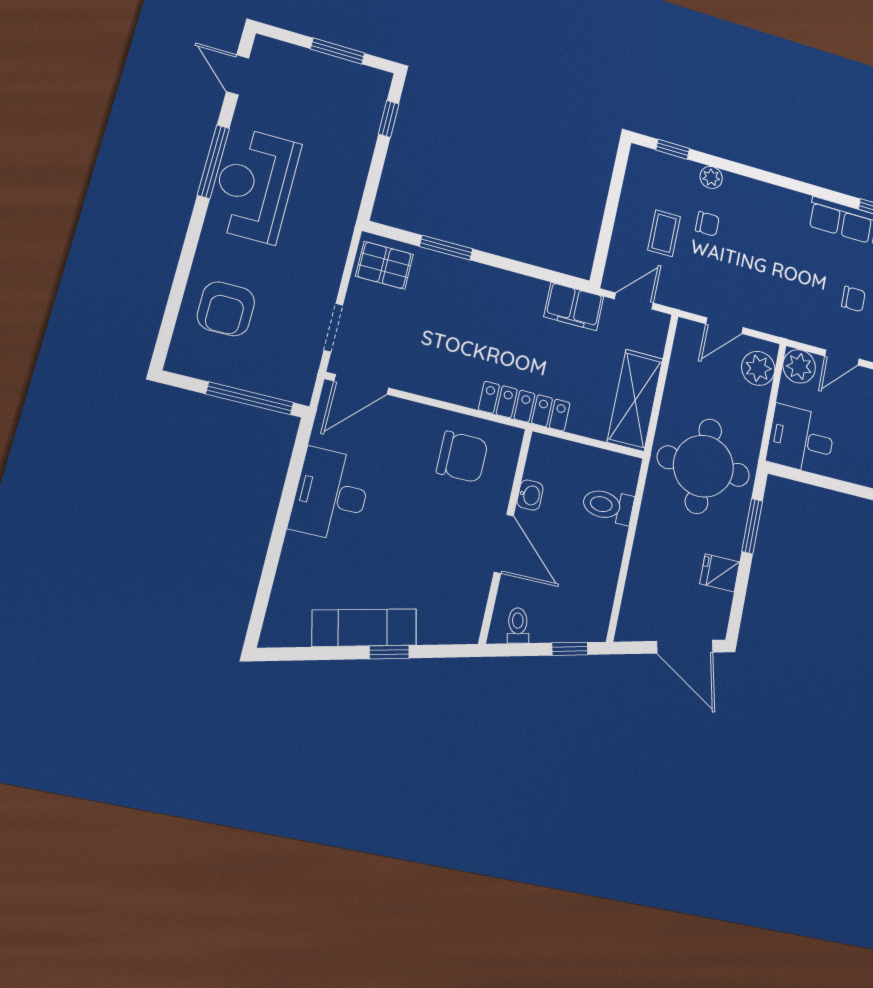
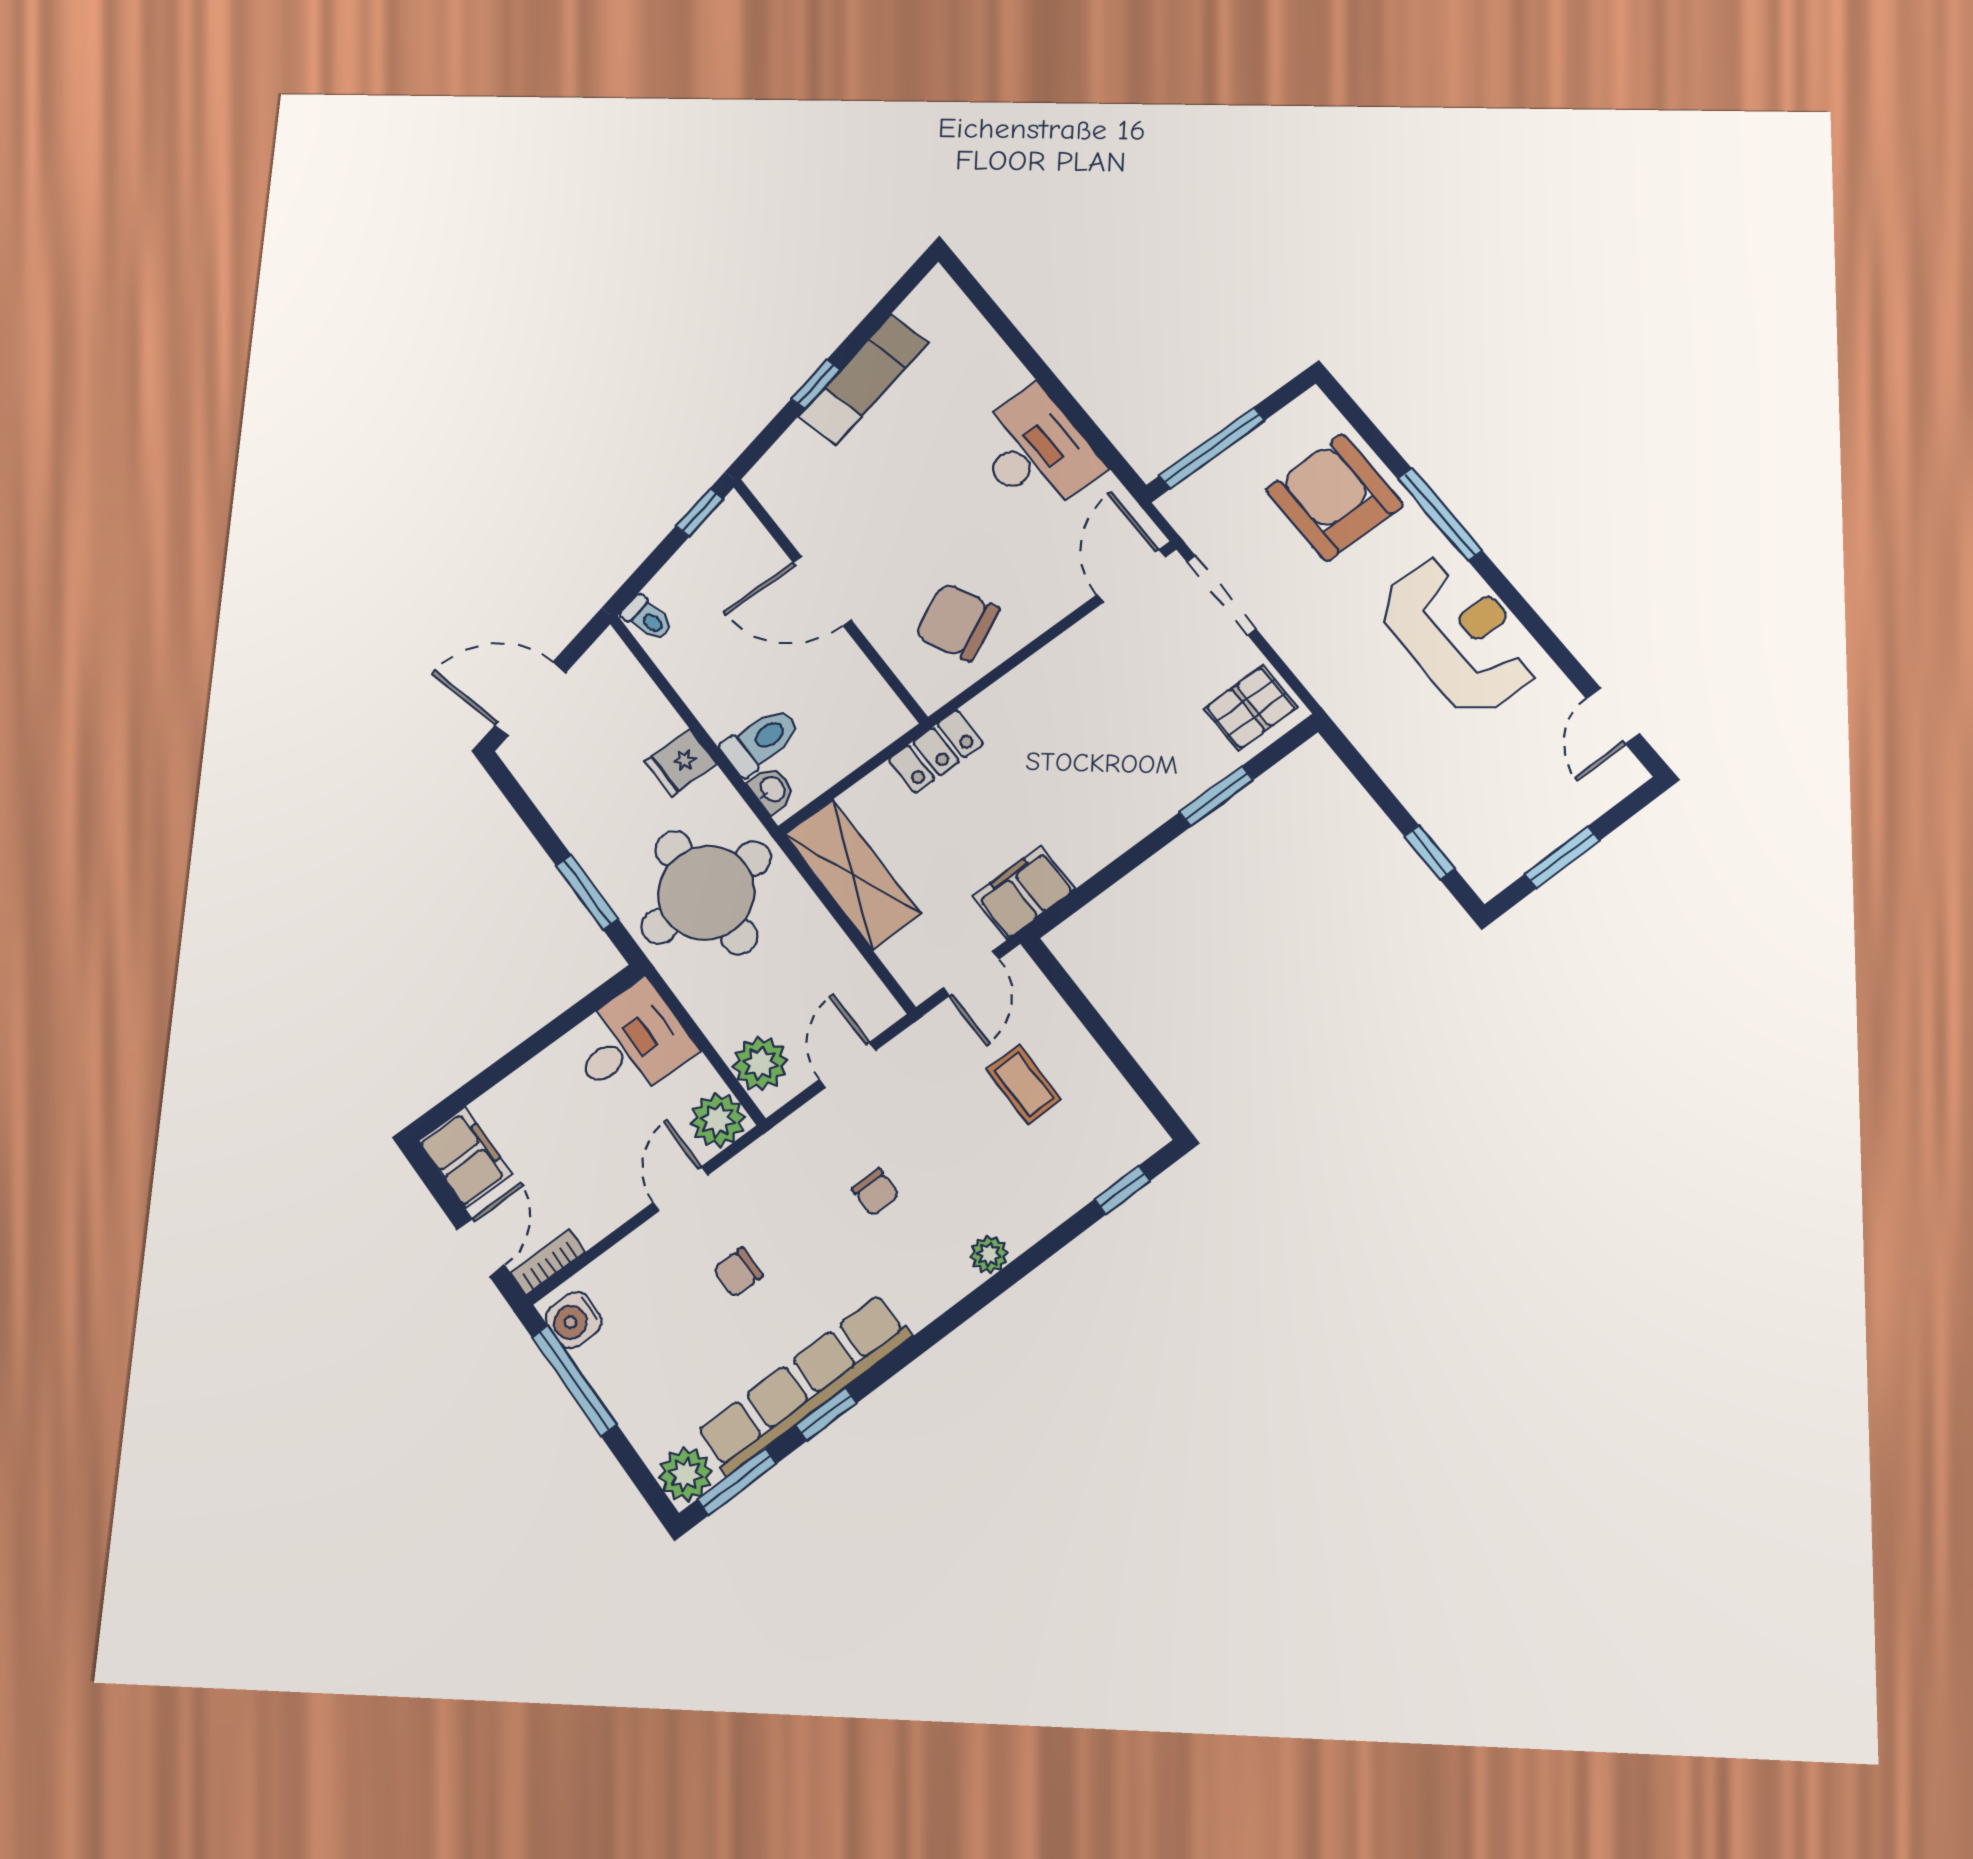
door: (238, 75) -> (1613, 716), swing flipped
window: (213, 162) -> (1440, 515), moved
plant: (711, 177) -> (989, 1255), moved
chair: (707, 224) -> (875, 1192), moved, turned -90
armchair: (226, 309) -> (1335, 497), width x1.36, depth x1.36
doorway: (333, 328) -> (1221, 595), width x1.38
locker: (524, 406) -> (936, 751), width x0.66
chair: (462, 457) -> (957, 622), turned 64
washbasin: (530, 495) -> (772, 790), moved, turned 180
fridge: (720, 573) -> (681, 763), moved, turned 180
toilet: (518, 626) -> (647, 618), moved
window: (570, 649) -> (700, 512), moved

